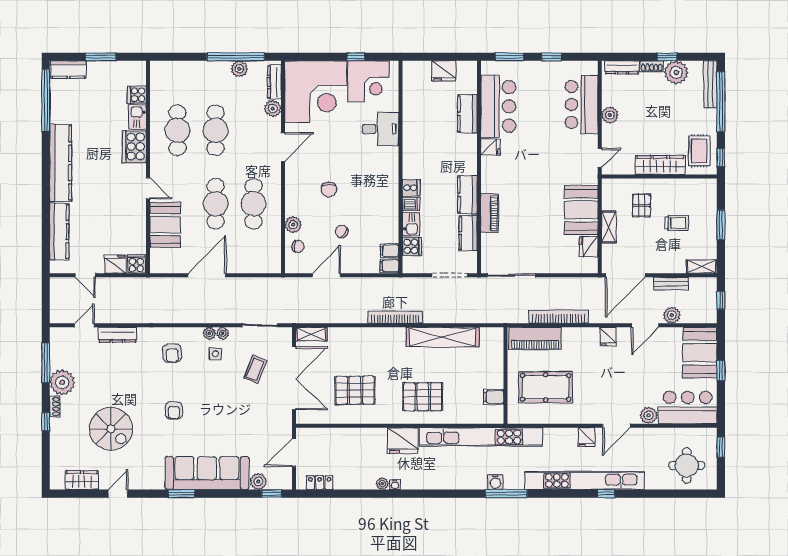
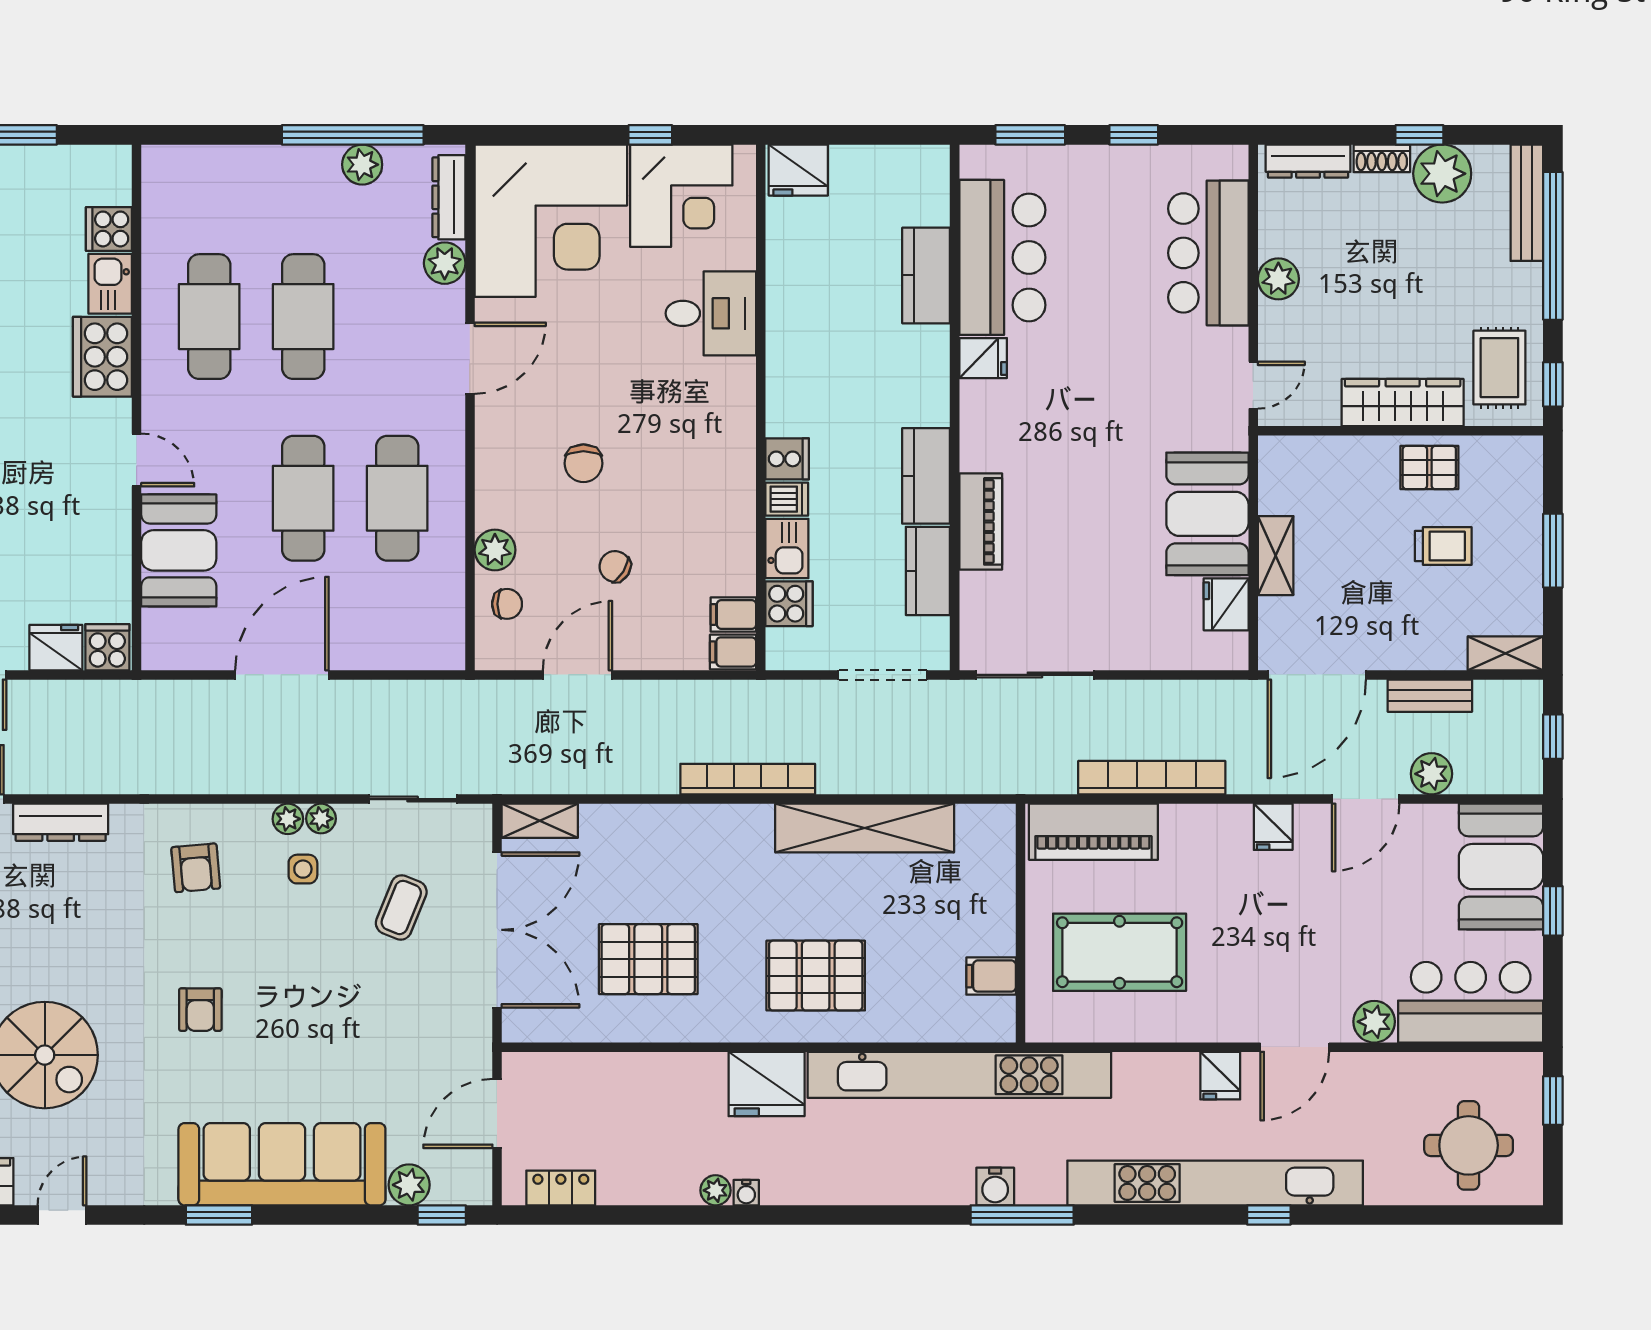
fridge: (444, 71) -> (798, 170), moved
pallet: (642, 206) -> (1429, 468), moved, turned 90

